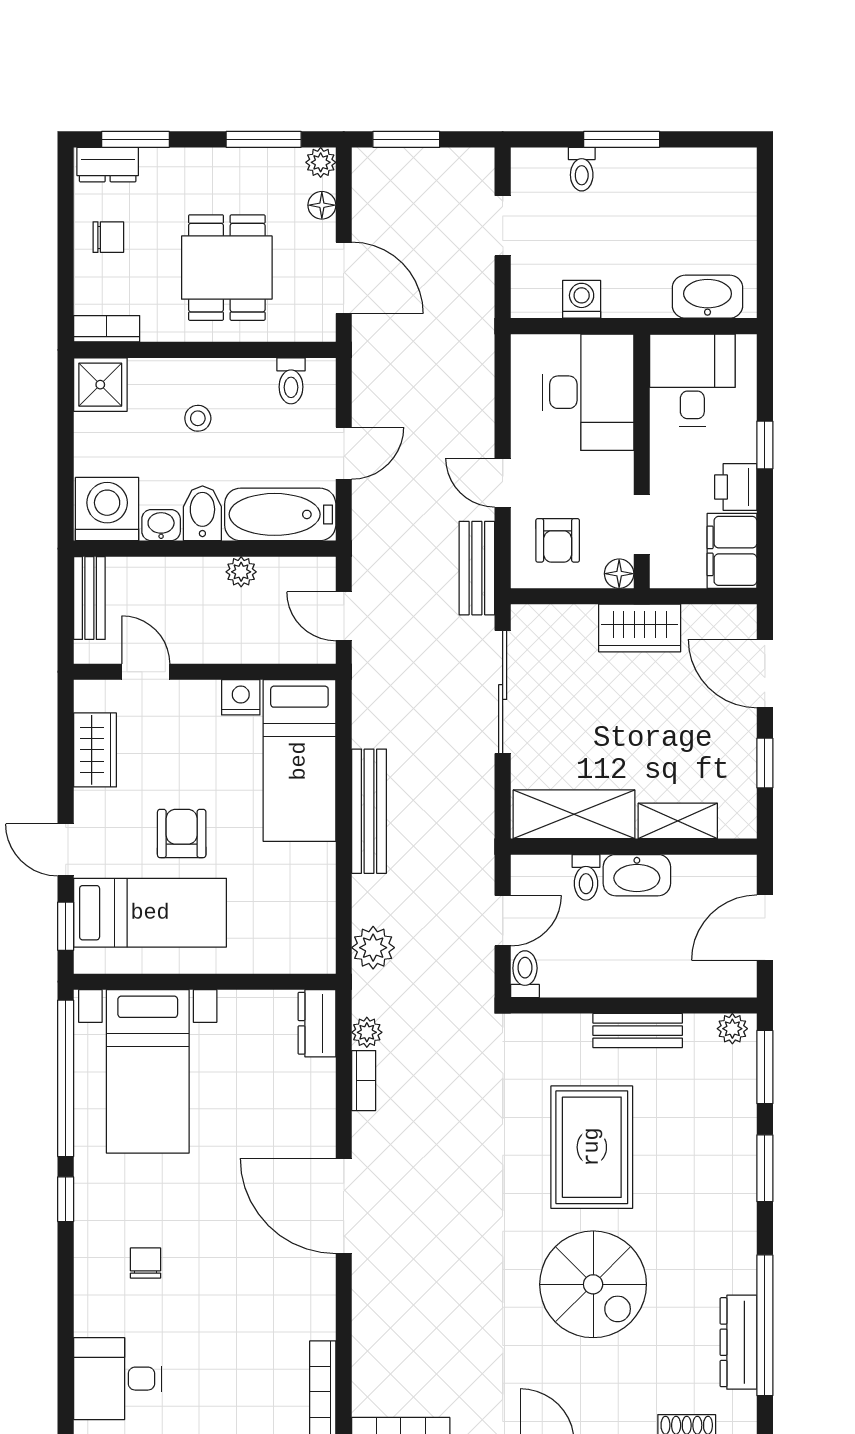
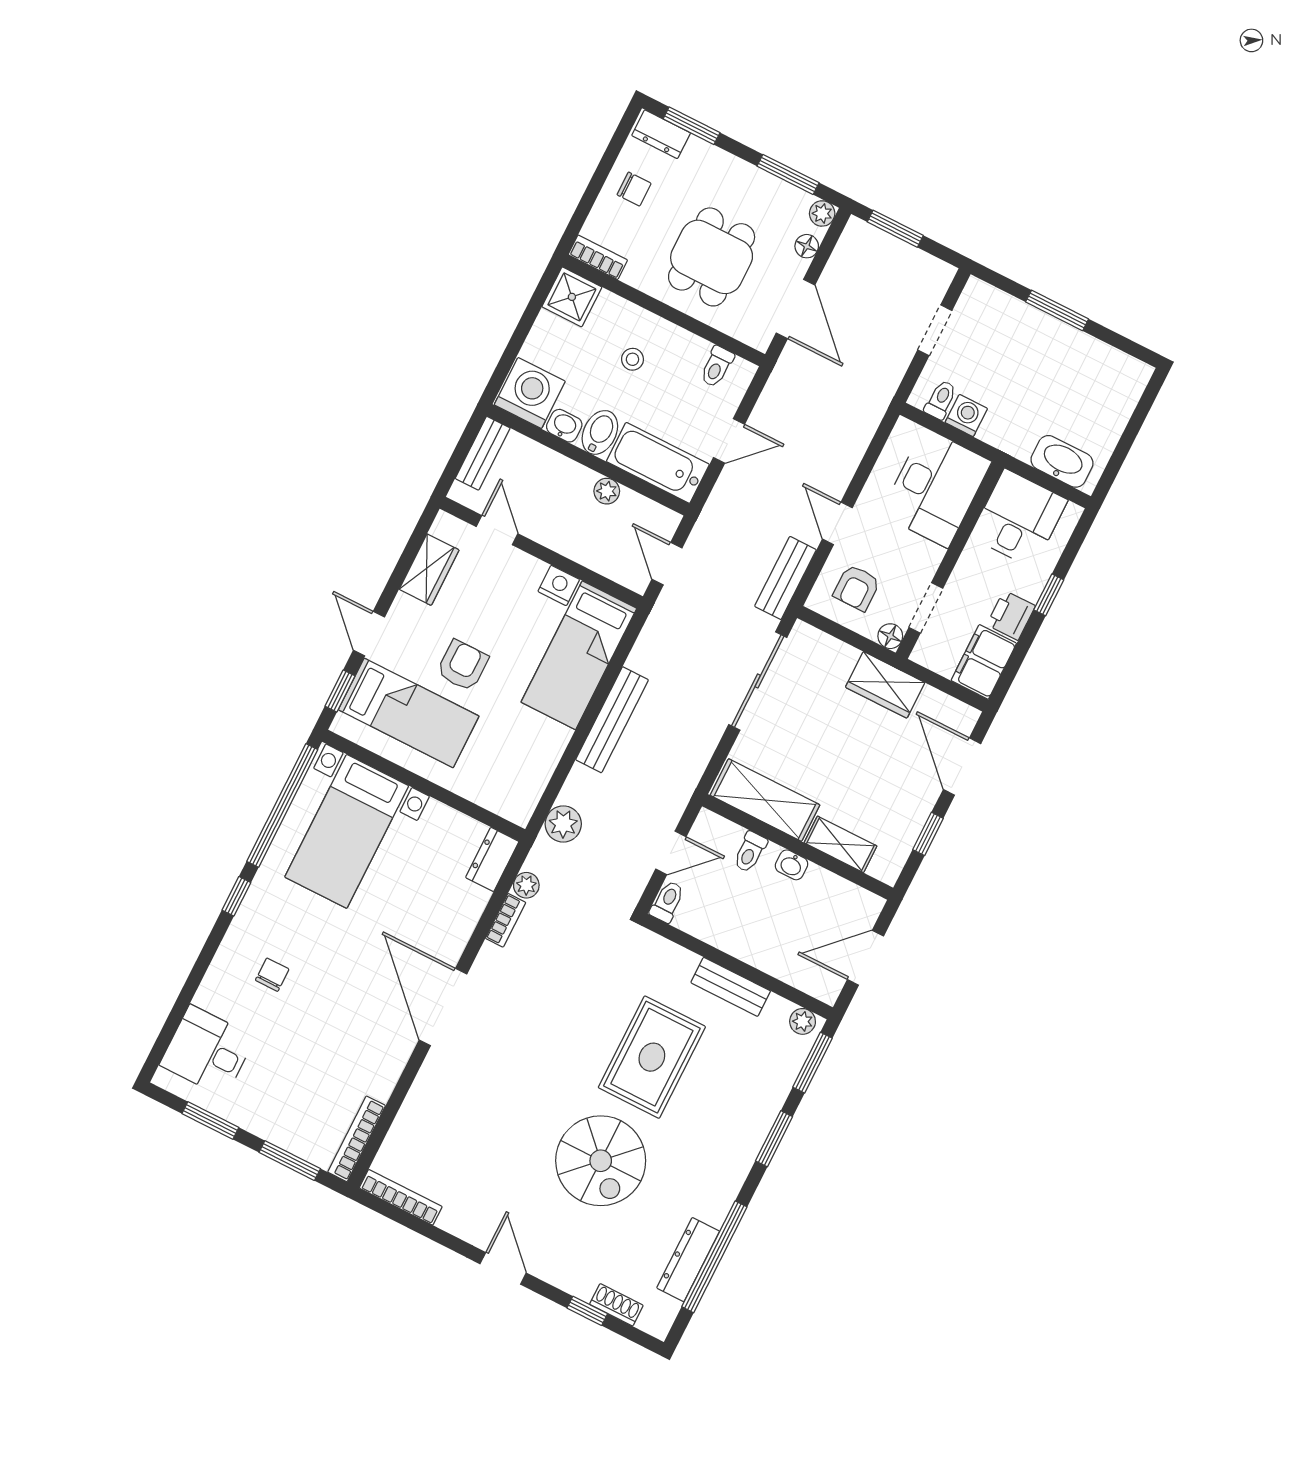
toilet: (582, 169) -> (941, 400), moved, turned 180
washbasin: (637, 875) -> (792, 865), width x0.52, depth x0.69

